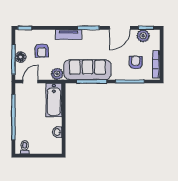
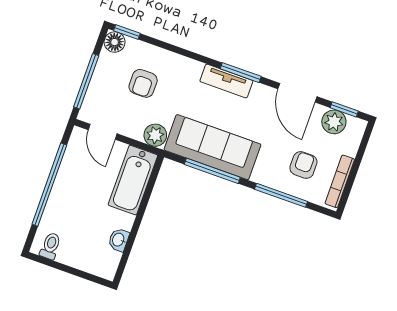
door: (120, 28) -> (297, 93), hinge flipped
tv unit: (68, 35) -> (226, 81), moved
floor lamp: (20, 57) -> (115, 42), moved
door: (30, 81) -> (103, 132), swing flipped

